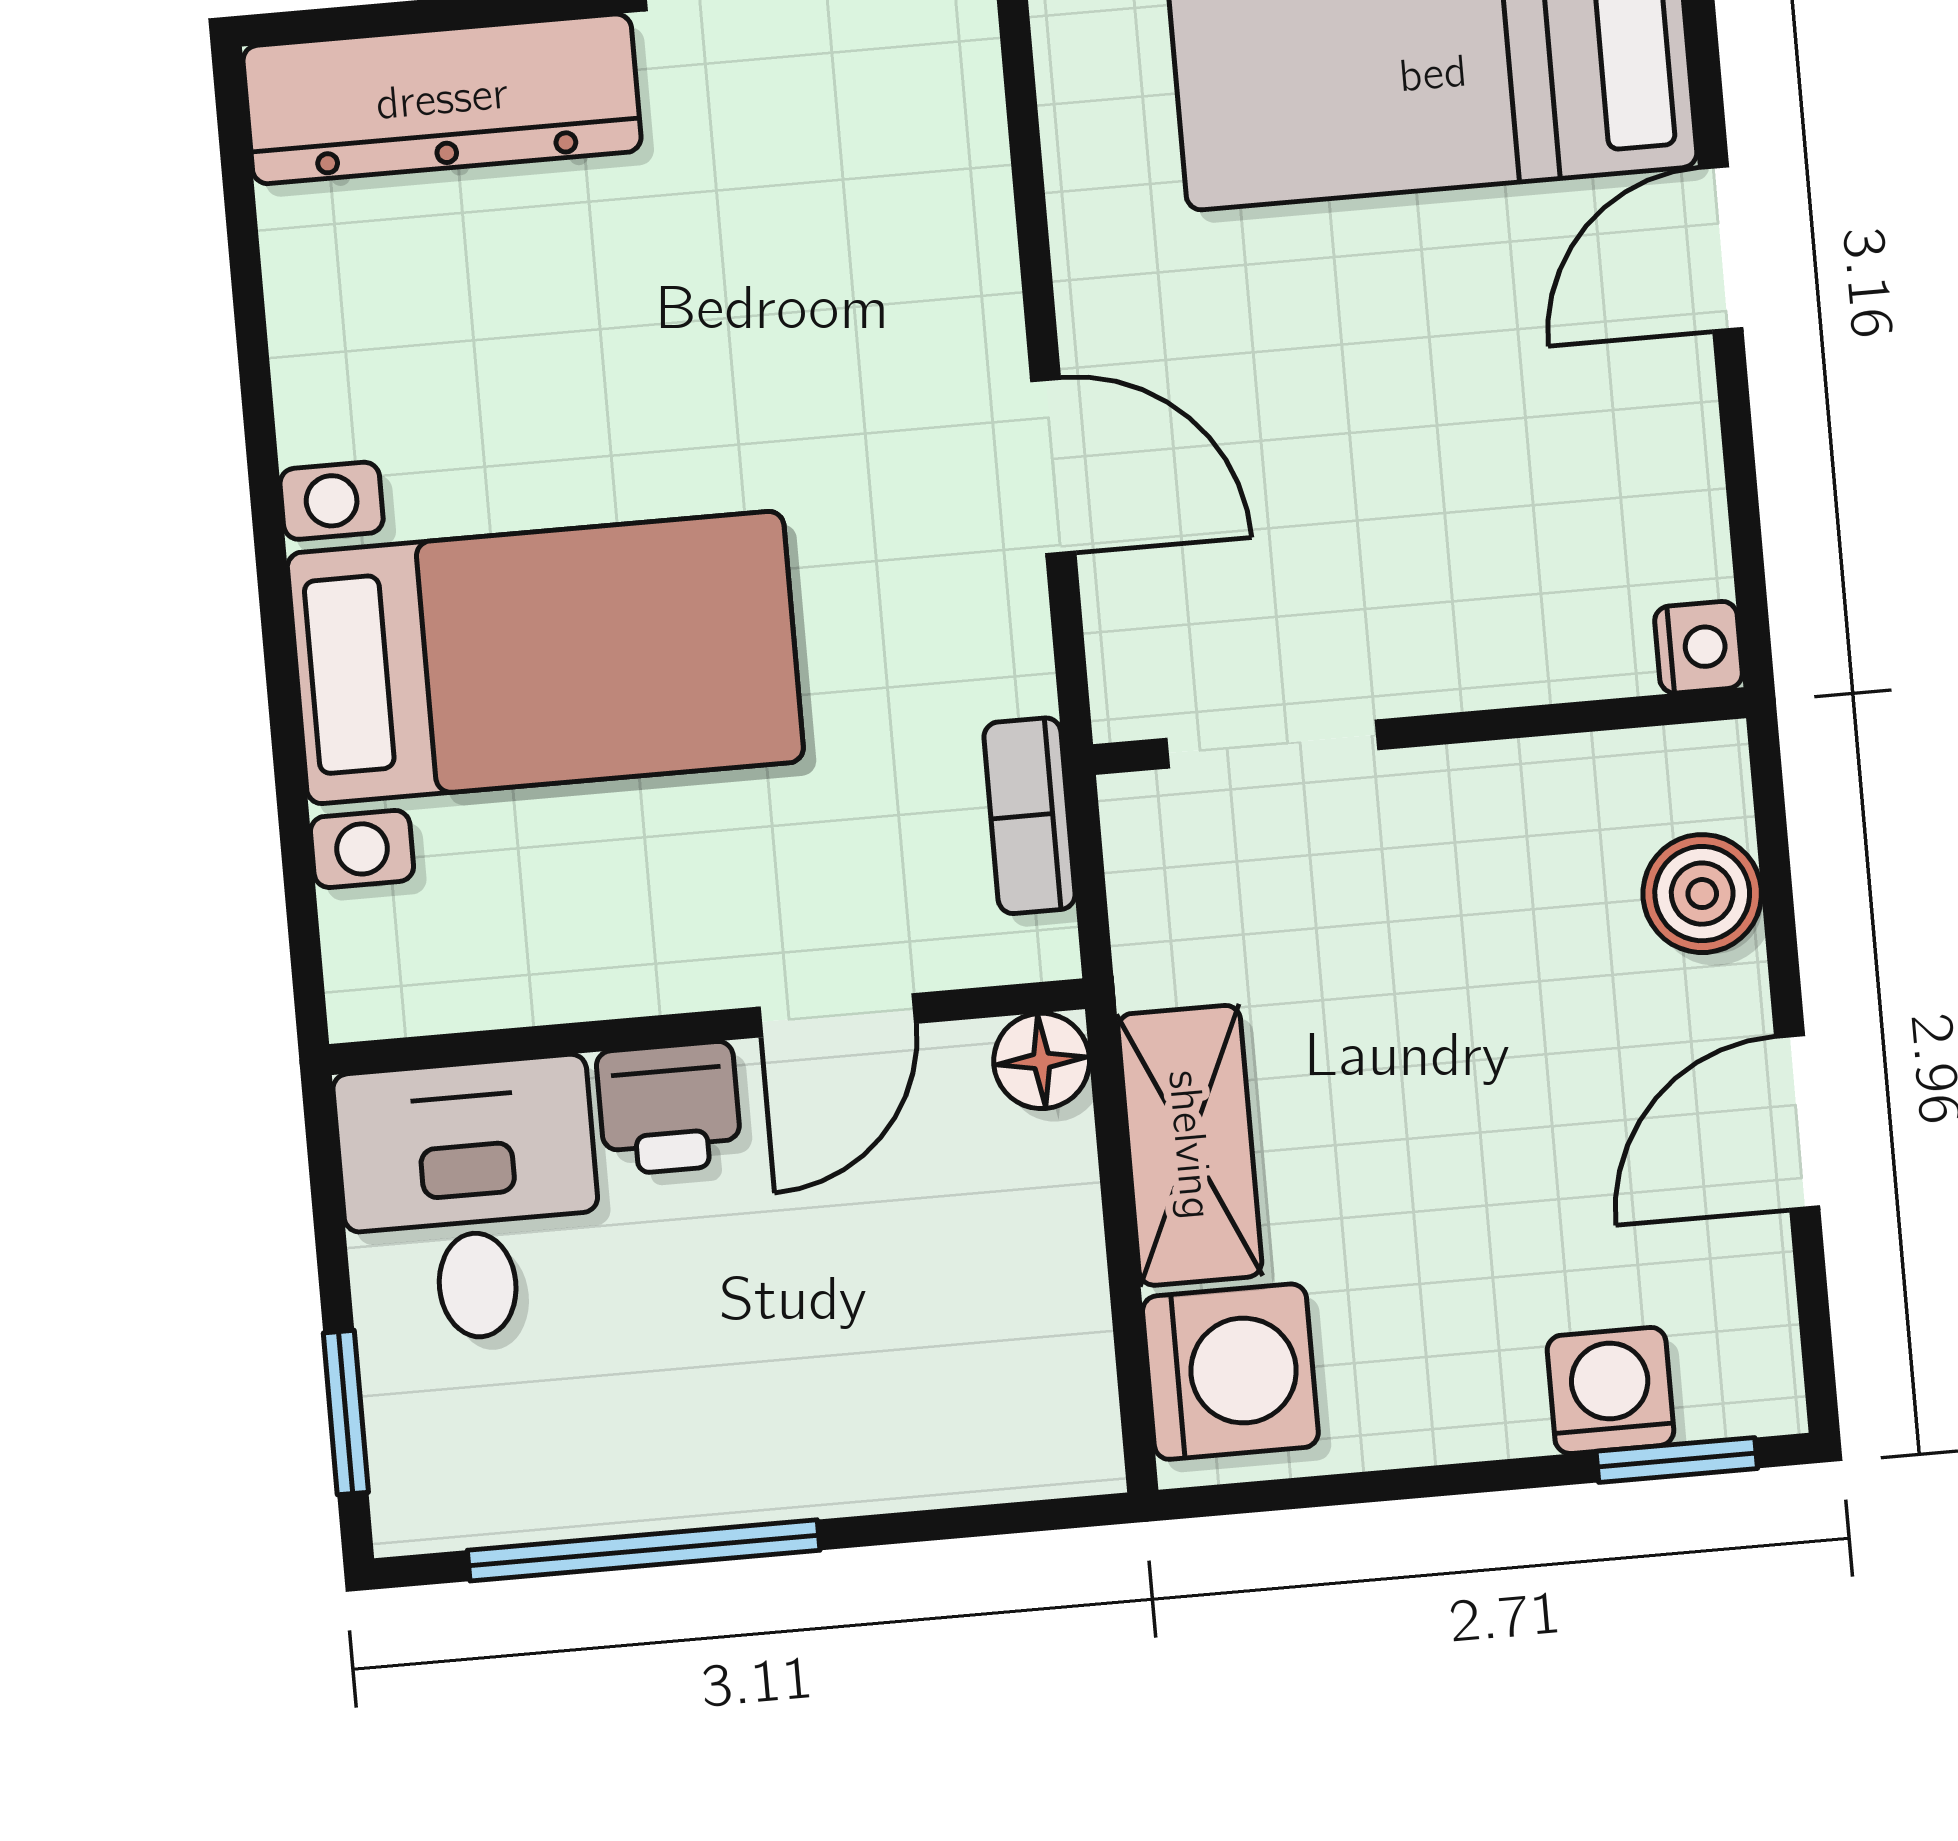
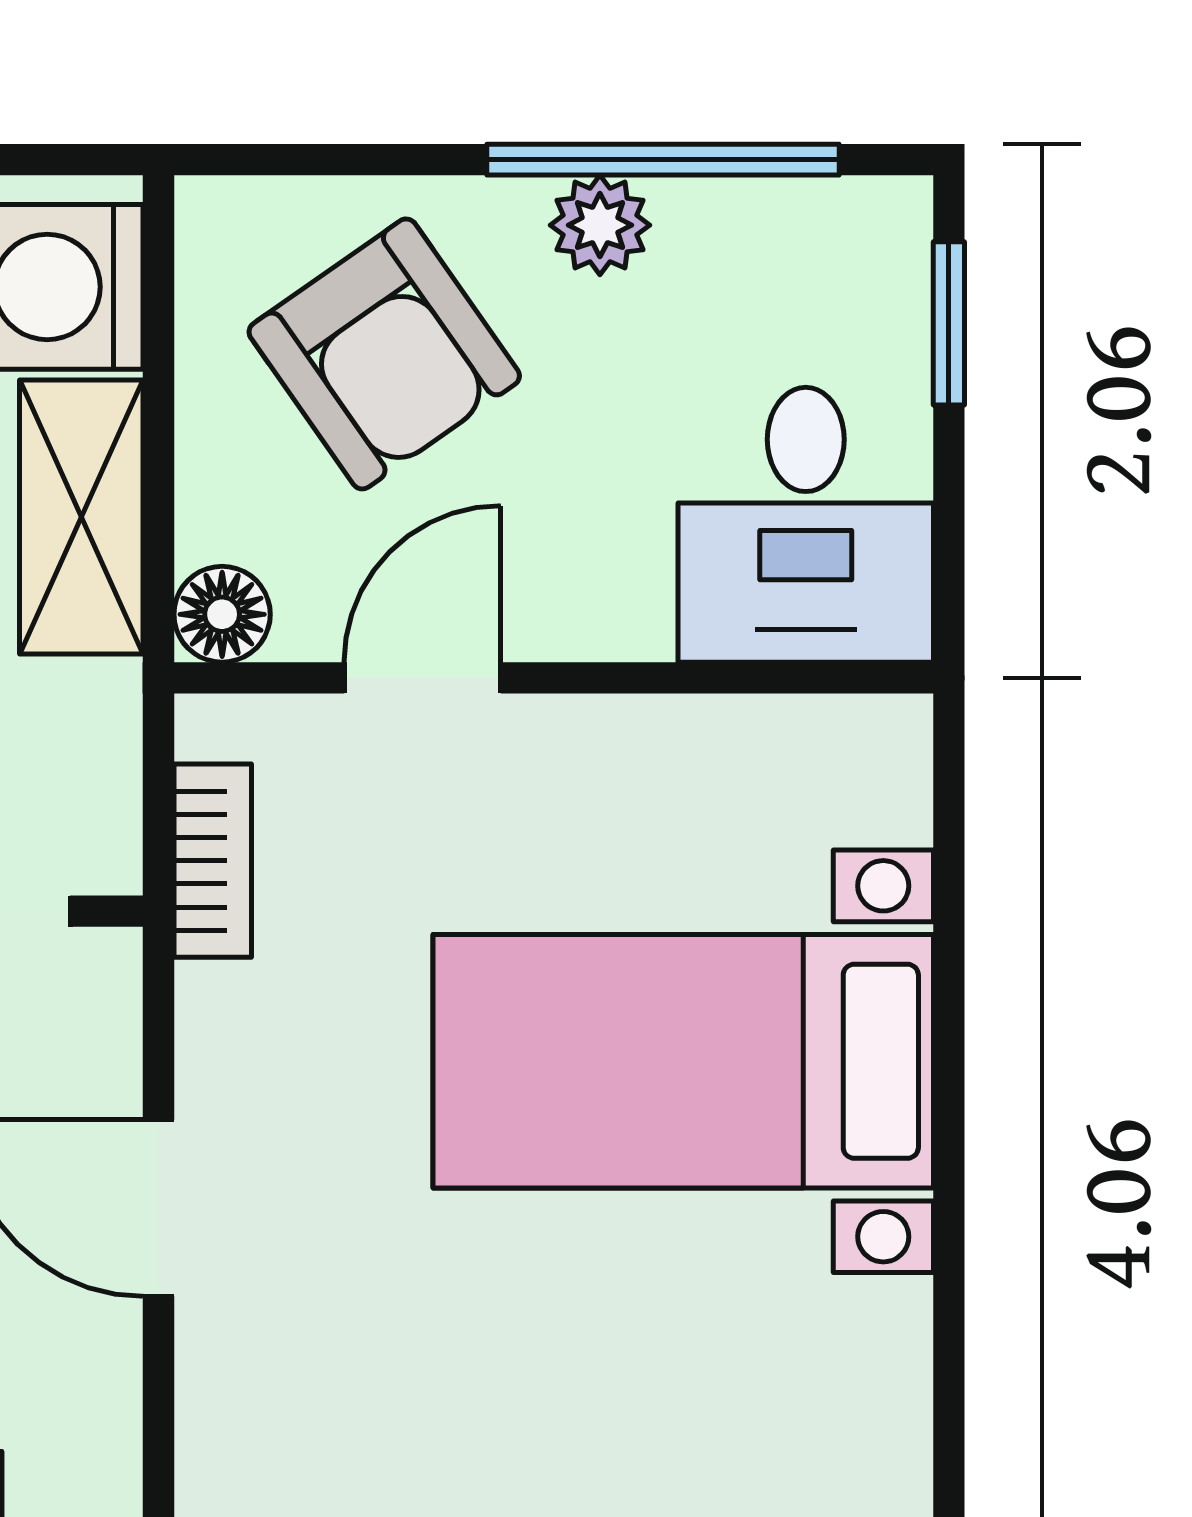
printer: (669, 1108) -> (599, 600), removed
armchair: (903, 1333) -> (384, 354), added
plant: (700, 1480) -> (600, 225), added

